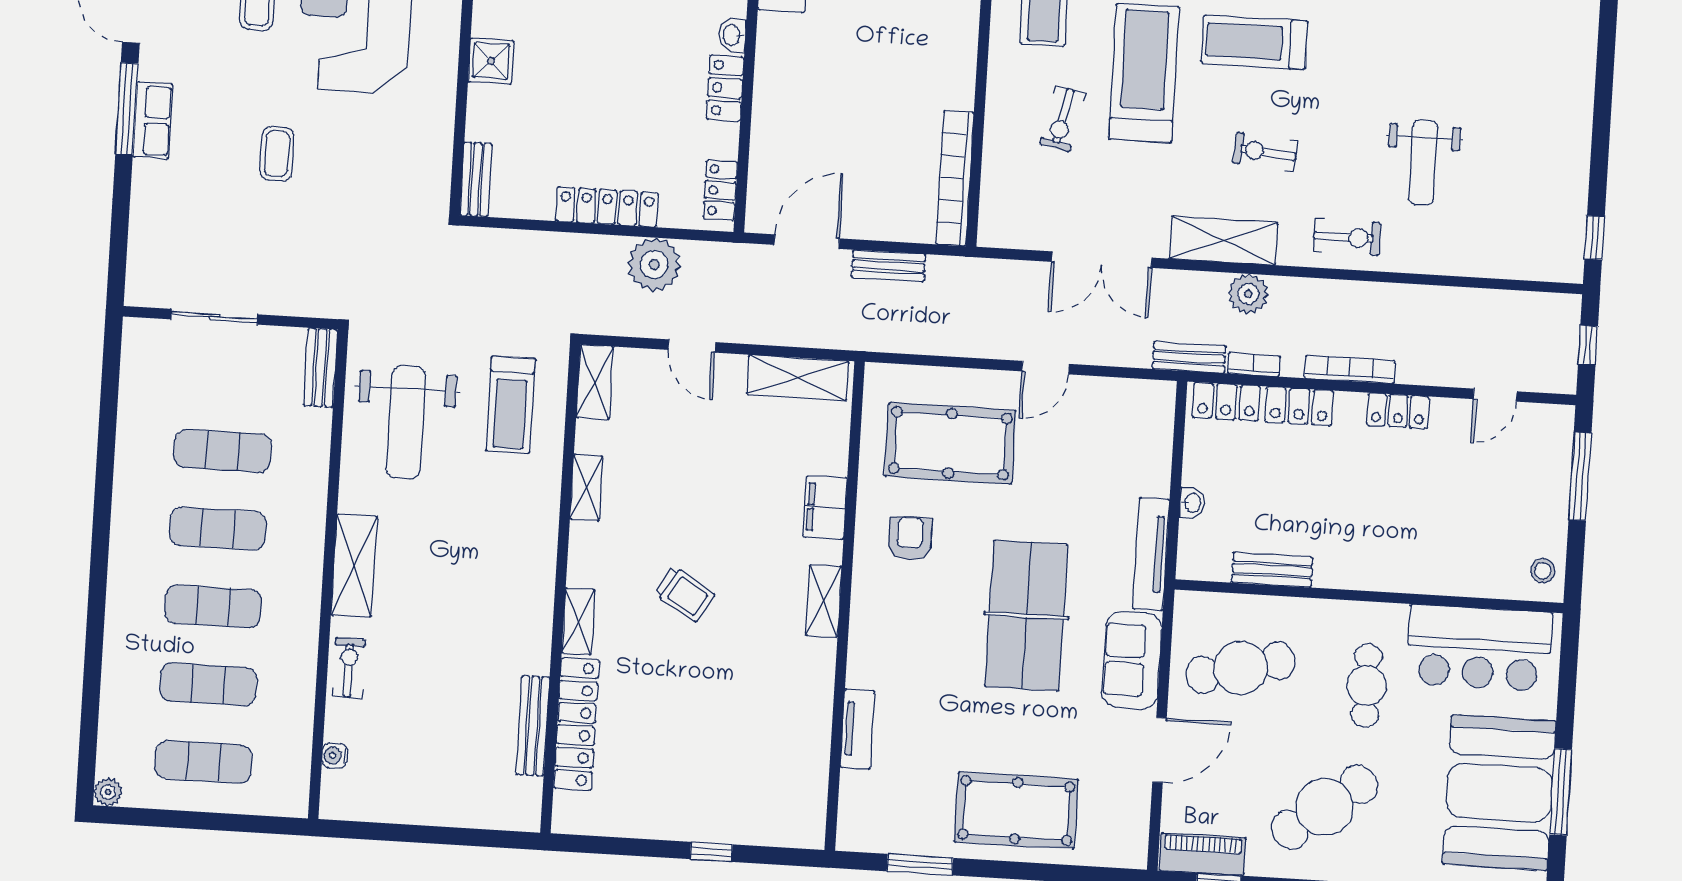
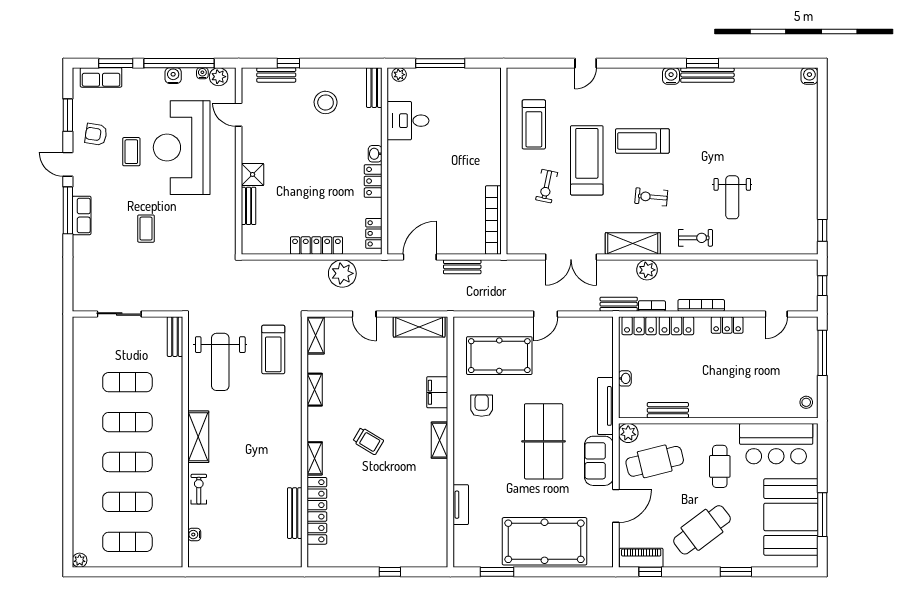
bench: (476, 179) -> (249, 206), moved
plant: (1192, 610) -> (628, 433), added
pool table: (1016, 811) -> (545, 541), width x1.36, depth x1.32

